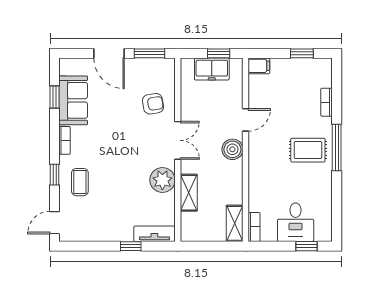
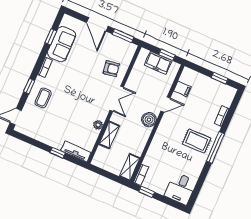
filing cabinet: (259, 66) -> (182, 89), moved
plant: (162, 180) -> (98, 125), width x0.53, depth x0.53
desk: (296, 222) -> (180, 189), moved
window: (307, 246) -> (147, 192), moved

